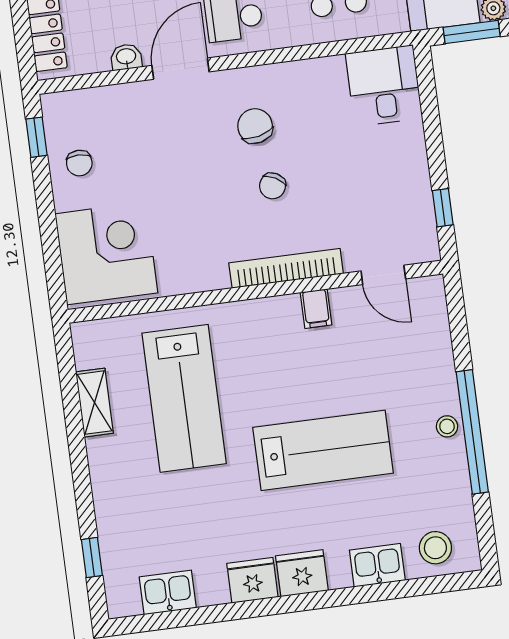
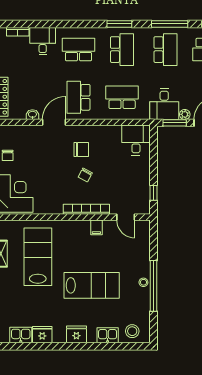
chair: (255, 126) -> (81, 150), turned 103
lab bench: (184, 398) -> (38, 257), turned 180
fridge: (252, 580) -> (42, 335), moved

